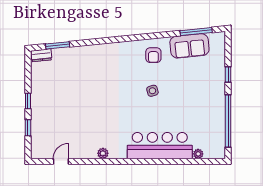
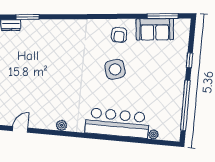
side table: (152, 91) -> (115, 69), width x1.87, depth x1.87

